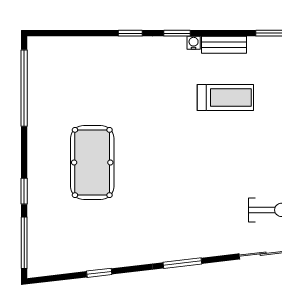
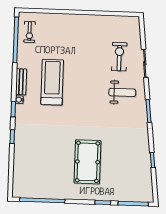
treadmill: (225, 98) -> (52, 82), width x1.37, depth x1.38
pool table: (92, 162) -> (87, 162), turned 90
weight bench: (212, 217) -> (122, 92), added

